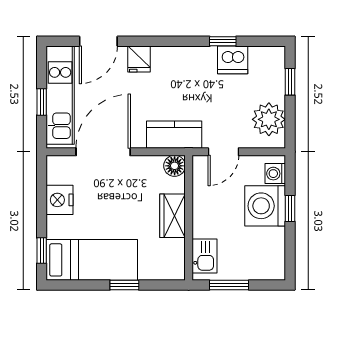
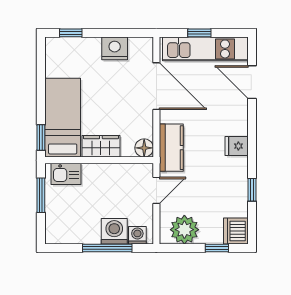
fridge: (139, 59) -> (237, 146), moved
dishwasher: (233, 60) -> (236, 231), moved
door: (223, 152) -> (156, 190), swing flipped
washing machine: (265, 206) -> (114, 231), width x0.73, depth x0.73
window: (290, 208) -> (107, 248), width x2.17
bed: (92, 260) -> (63, 118), moved, turned 180
window: (124, 285) -> (41, 138), moved

